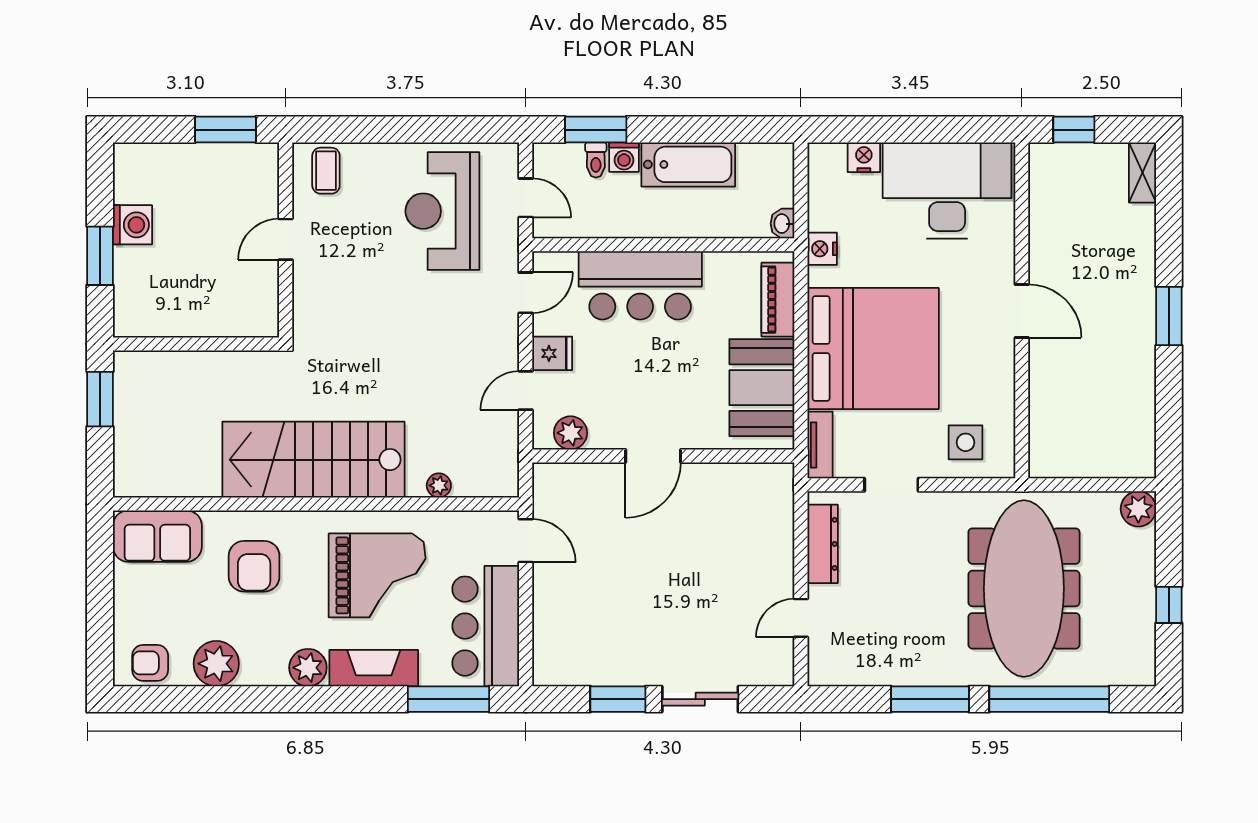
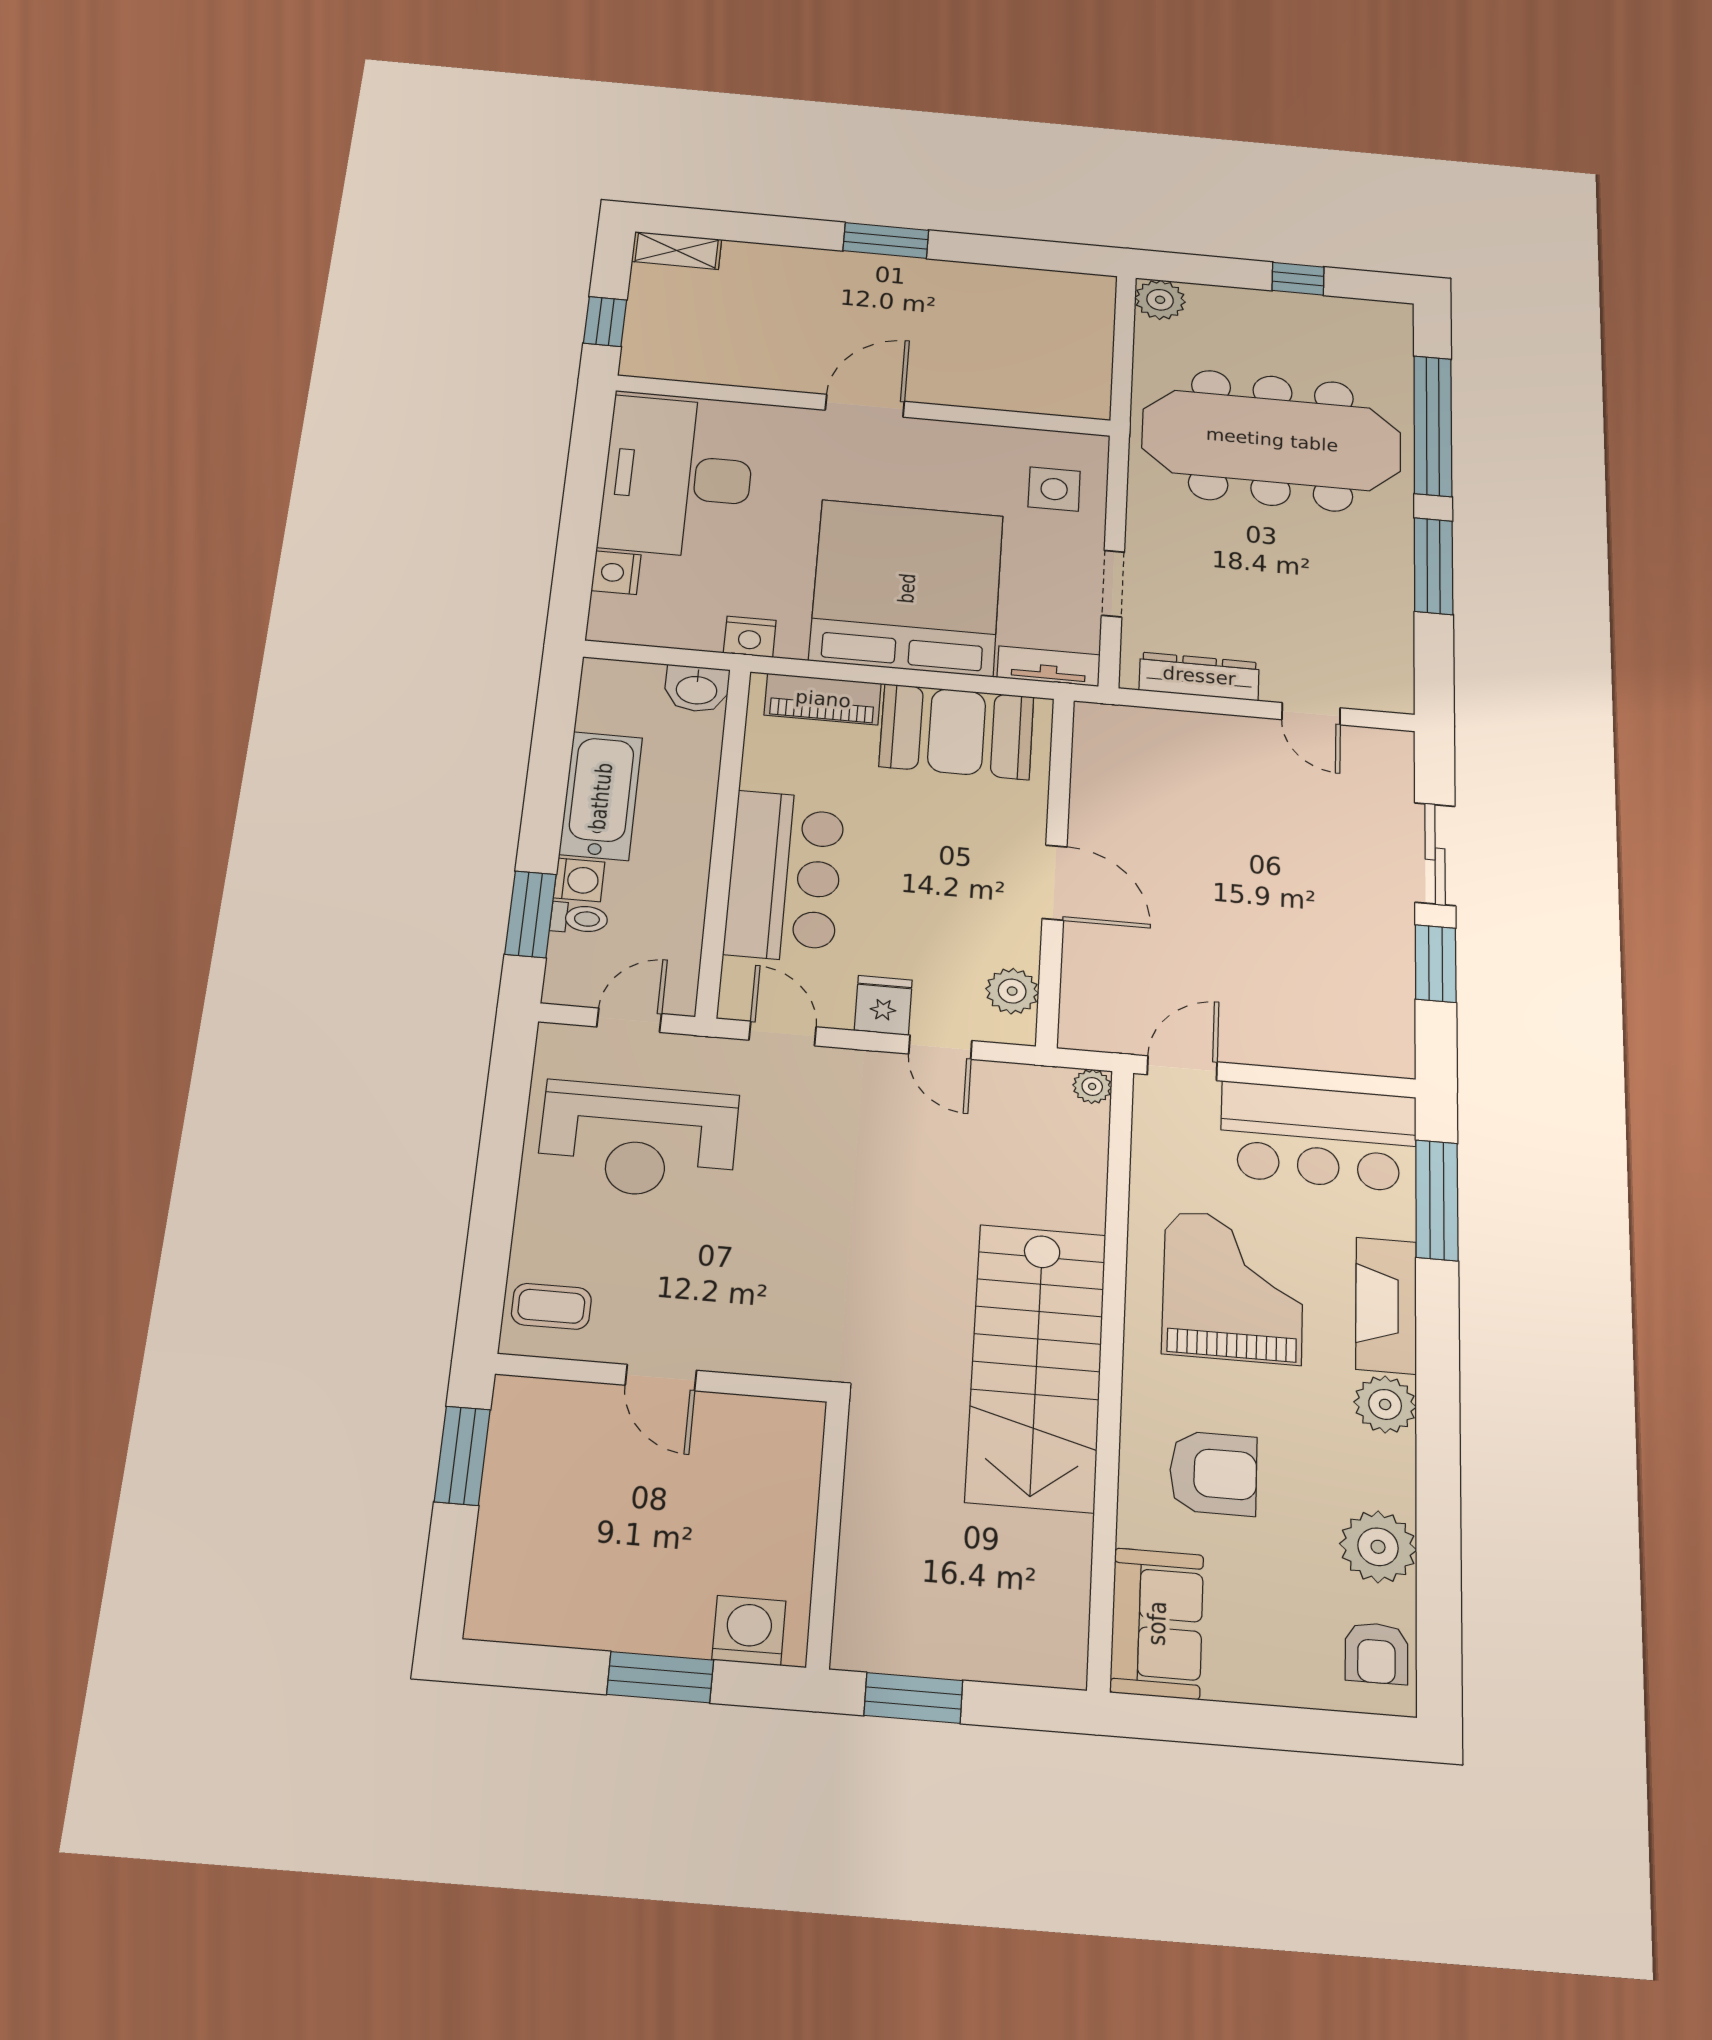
washbasin: (782, 224) -> (697, 689), width x1.38, depth x1.45
washing machine: (132, 225) -> (749, 1630), moved
plant: (439, 485) -> (1092, 1086), moved

